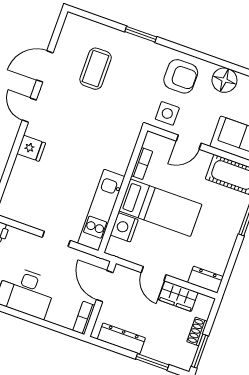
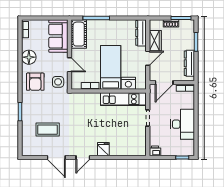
armchair: (181, 76) -> (35, 82), turned 180
dresser: (206, 280) -> (141, 33), width x1.44

